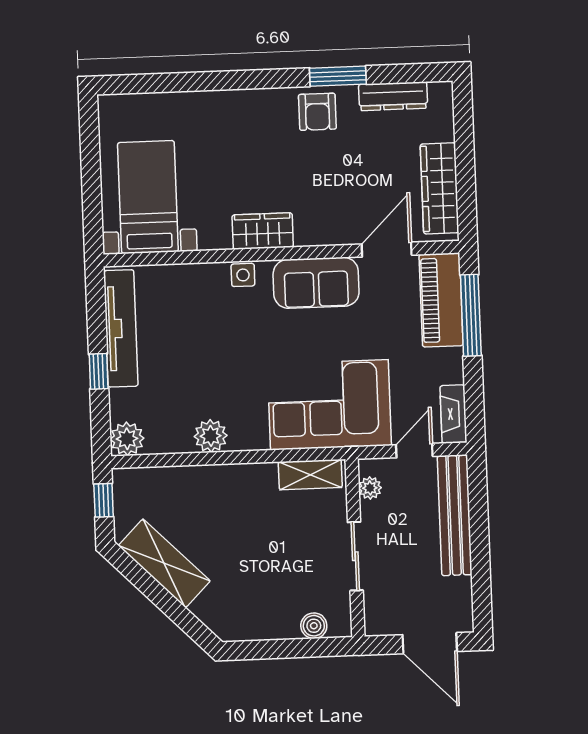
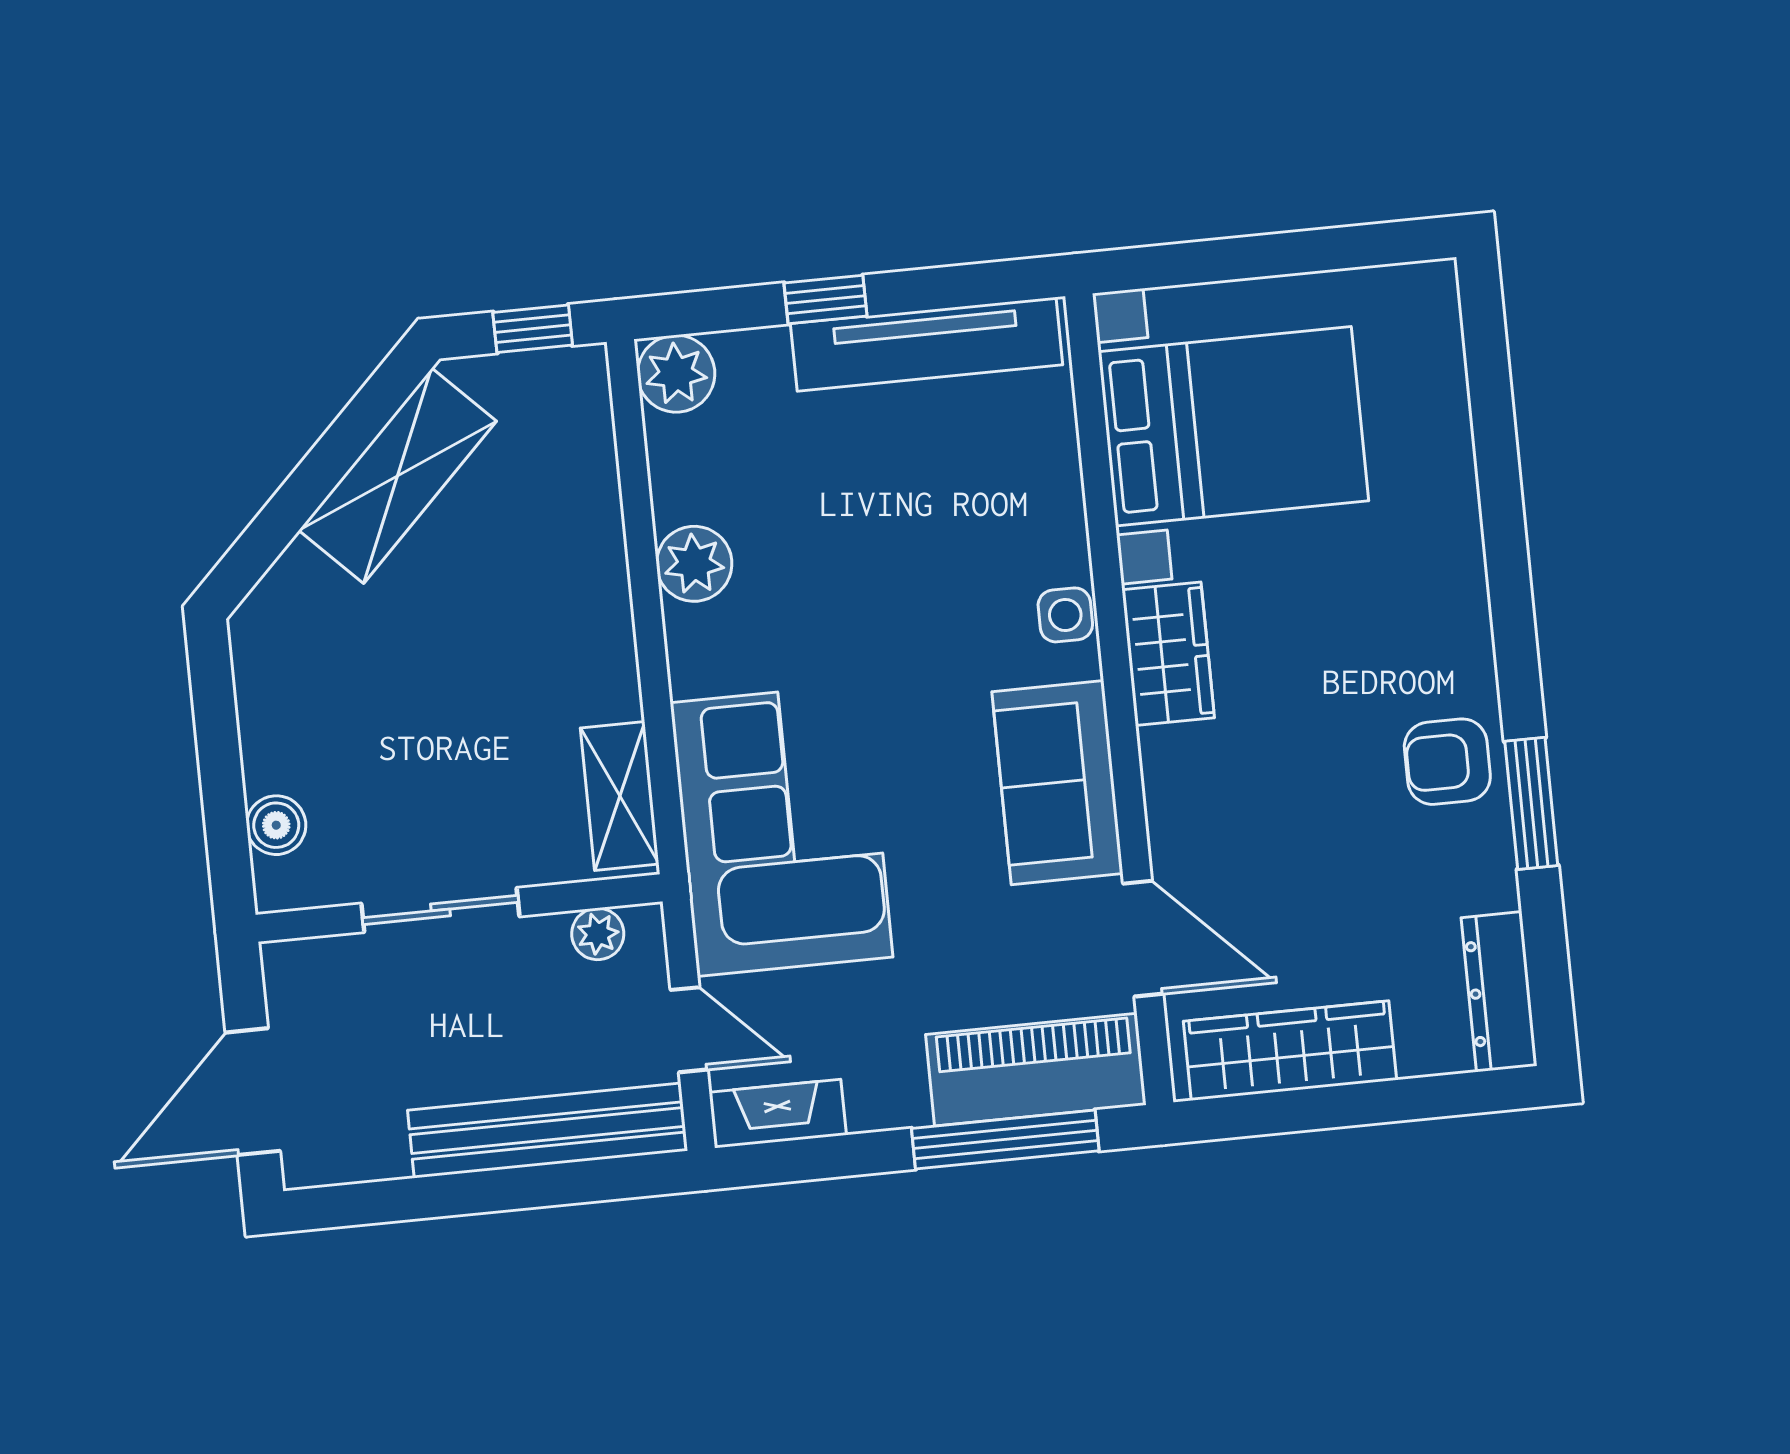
dresser: (393, 96) -> (1499, 992), moved
bed with nightstands: (148, 197) -> (1233, 426), width x1.36

